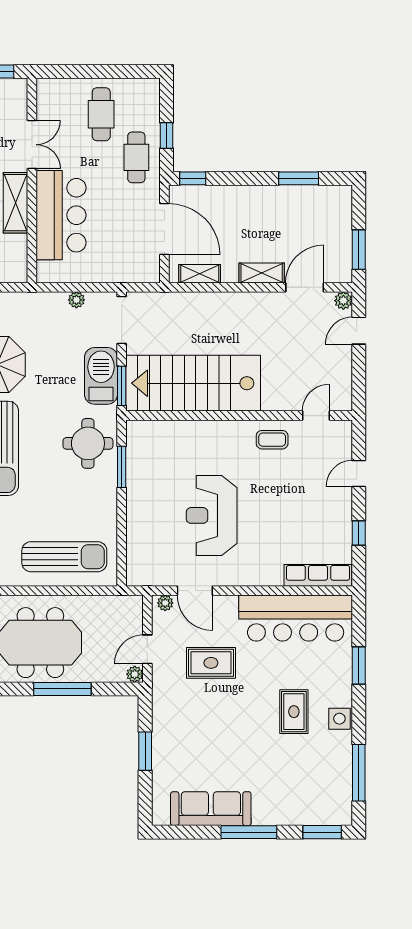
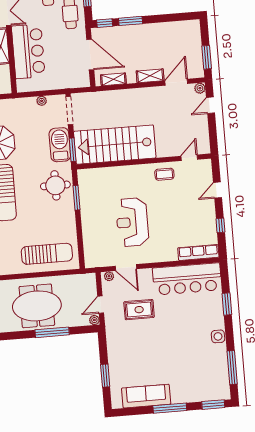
window: (299, 178) -> (131, 21), moved
rug: (294, 712) -> (191, 334), removed
window: (145, 751) -> (105, 376), moved

